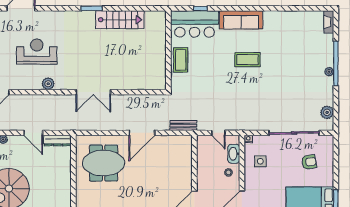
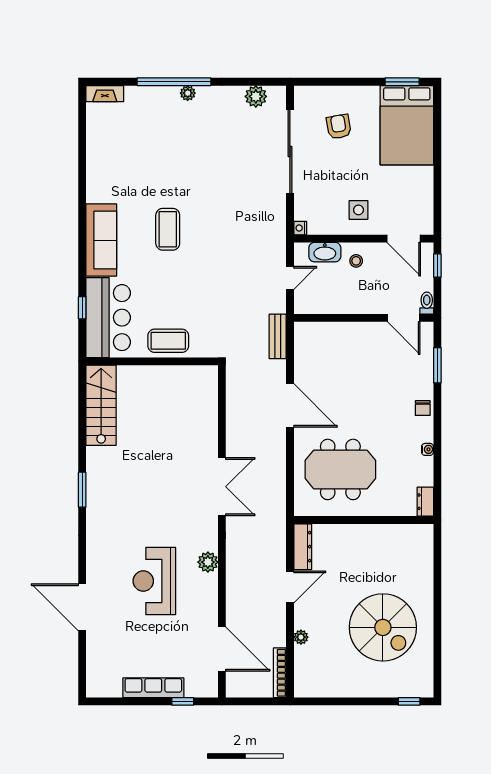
stairs: (120, 20) -> (101, 405), moved
side table: (260, 161) -> (358, 210), moved
meeting table: (104, 163) -> (340, 469), turned 90

